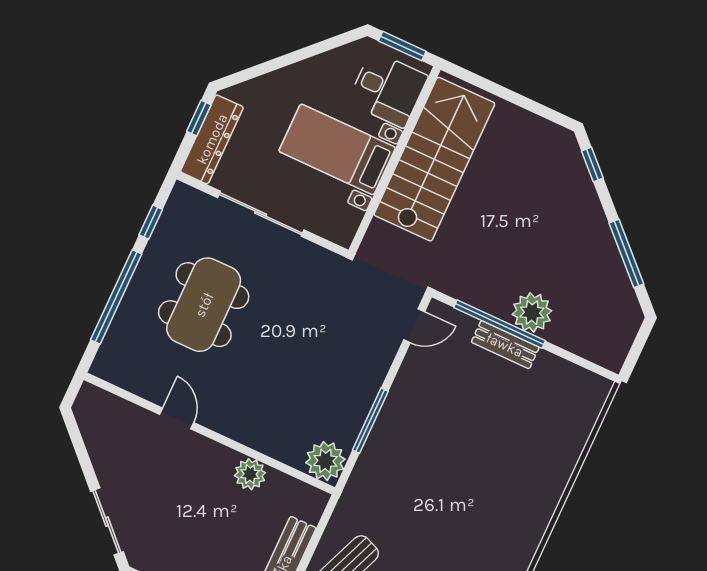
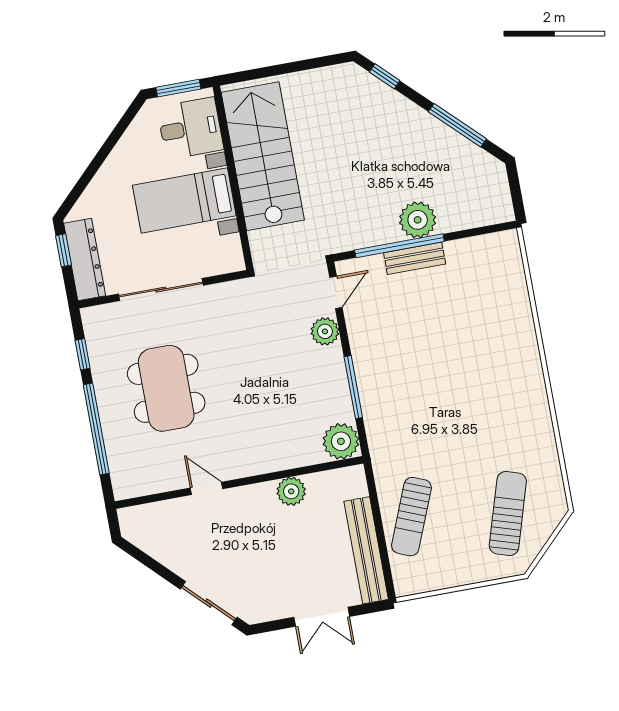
plant: (380, 353) -> (325, 331), added

